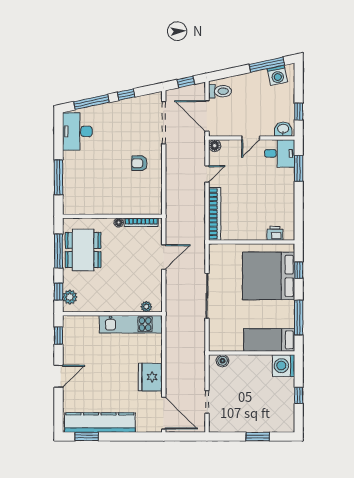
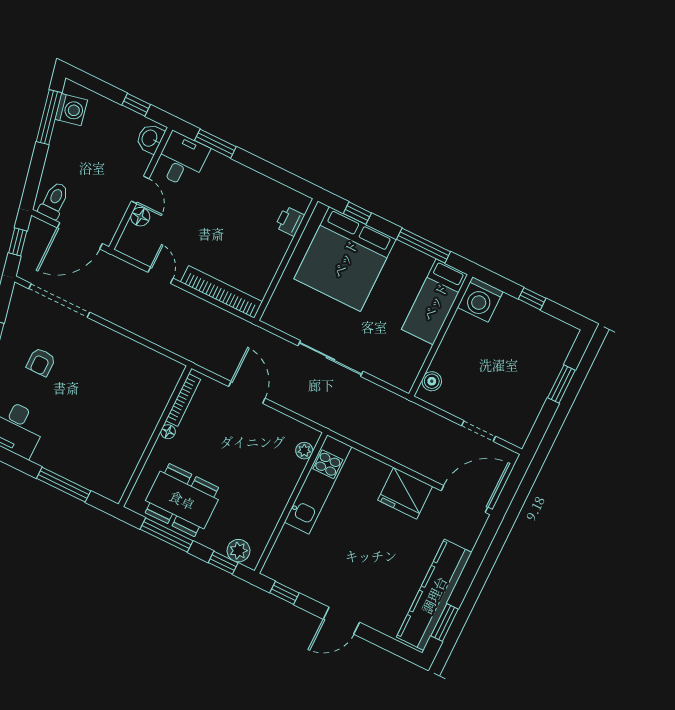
floor lamp: (215, 146) -> (140, 217), moved
armchair: (139, 163) -> (41, 362), moved
door: (58, 376) -> (341, 621), swing flipped

